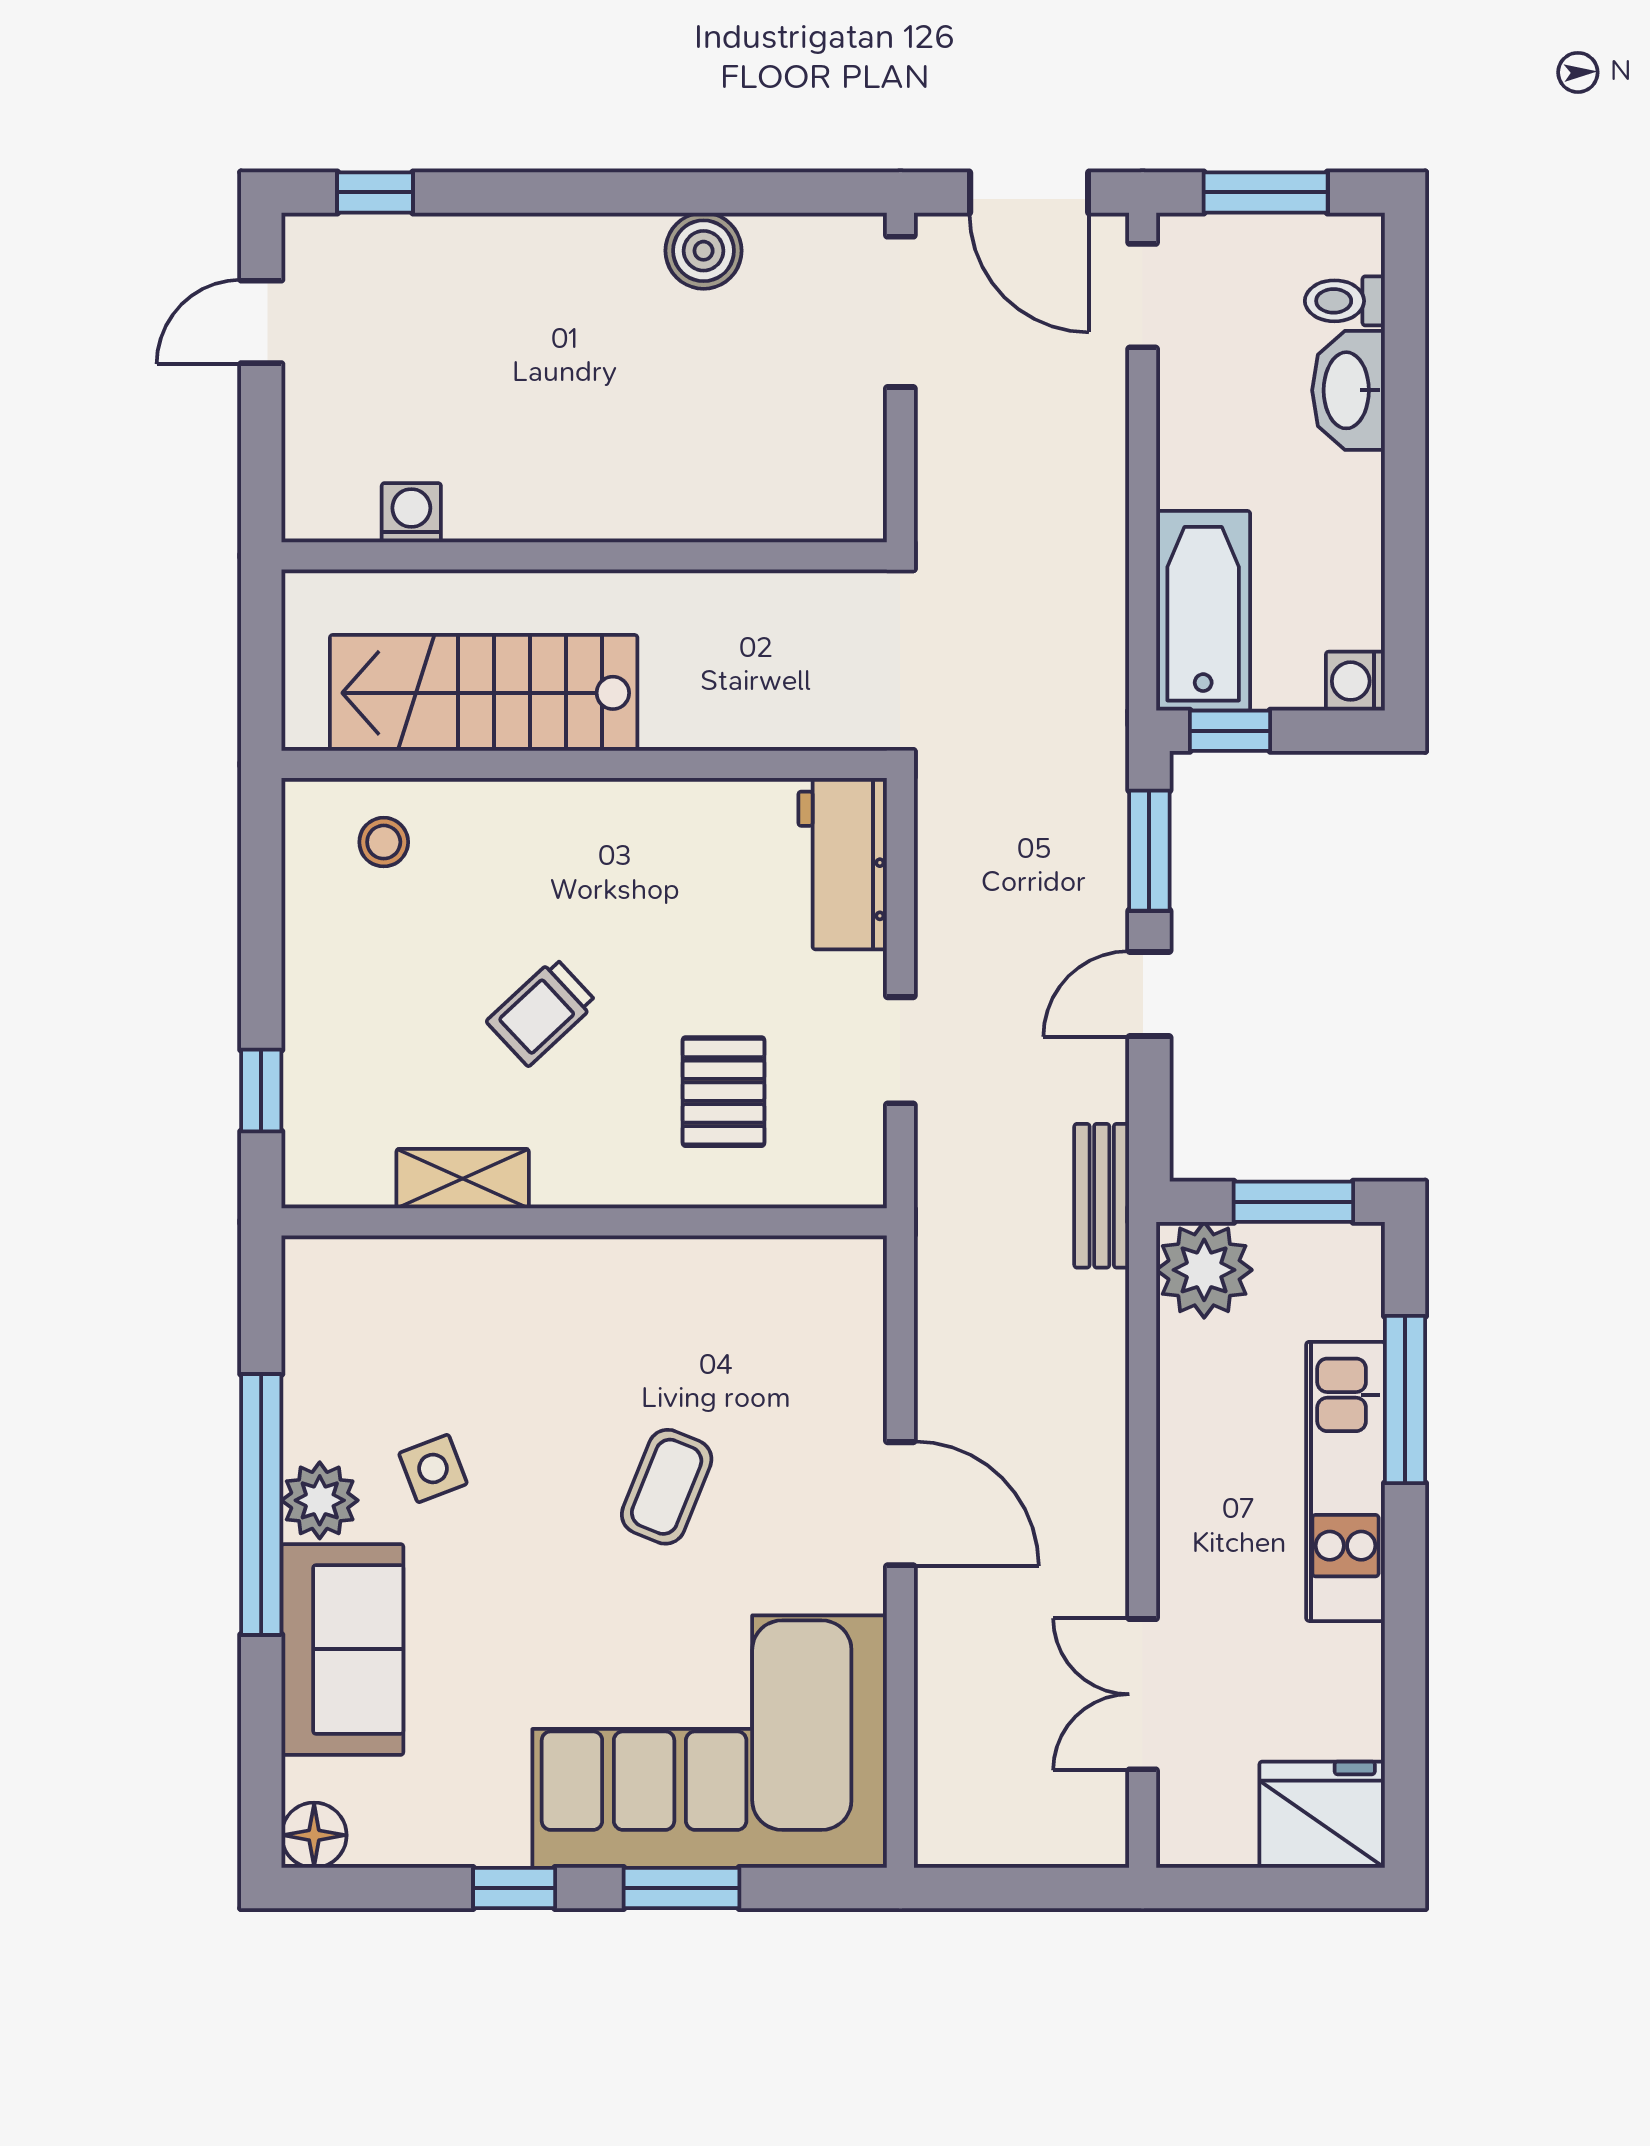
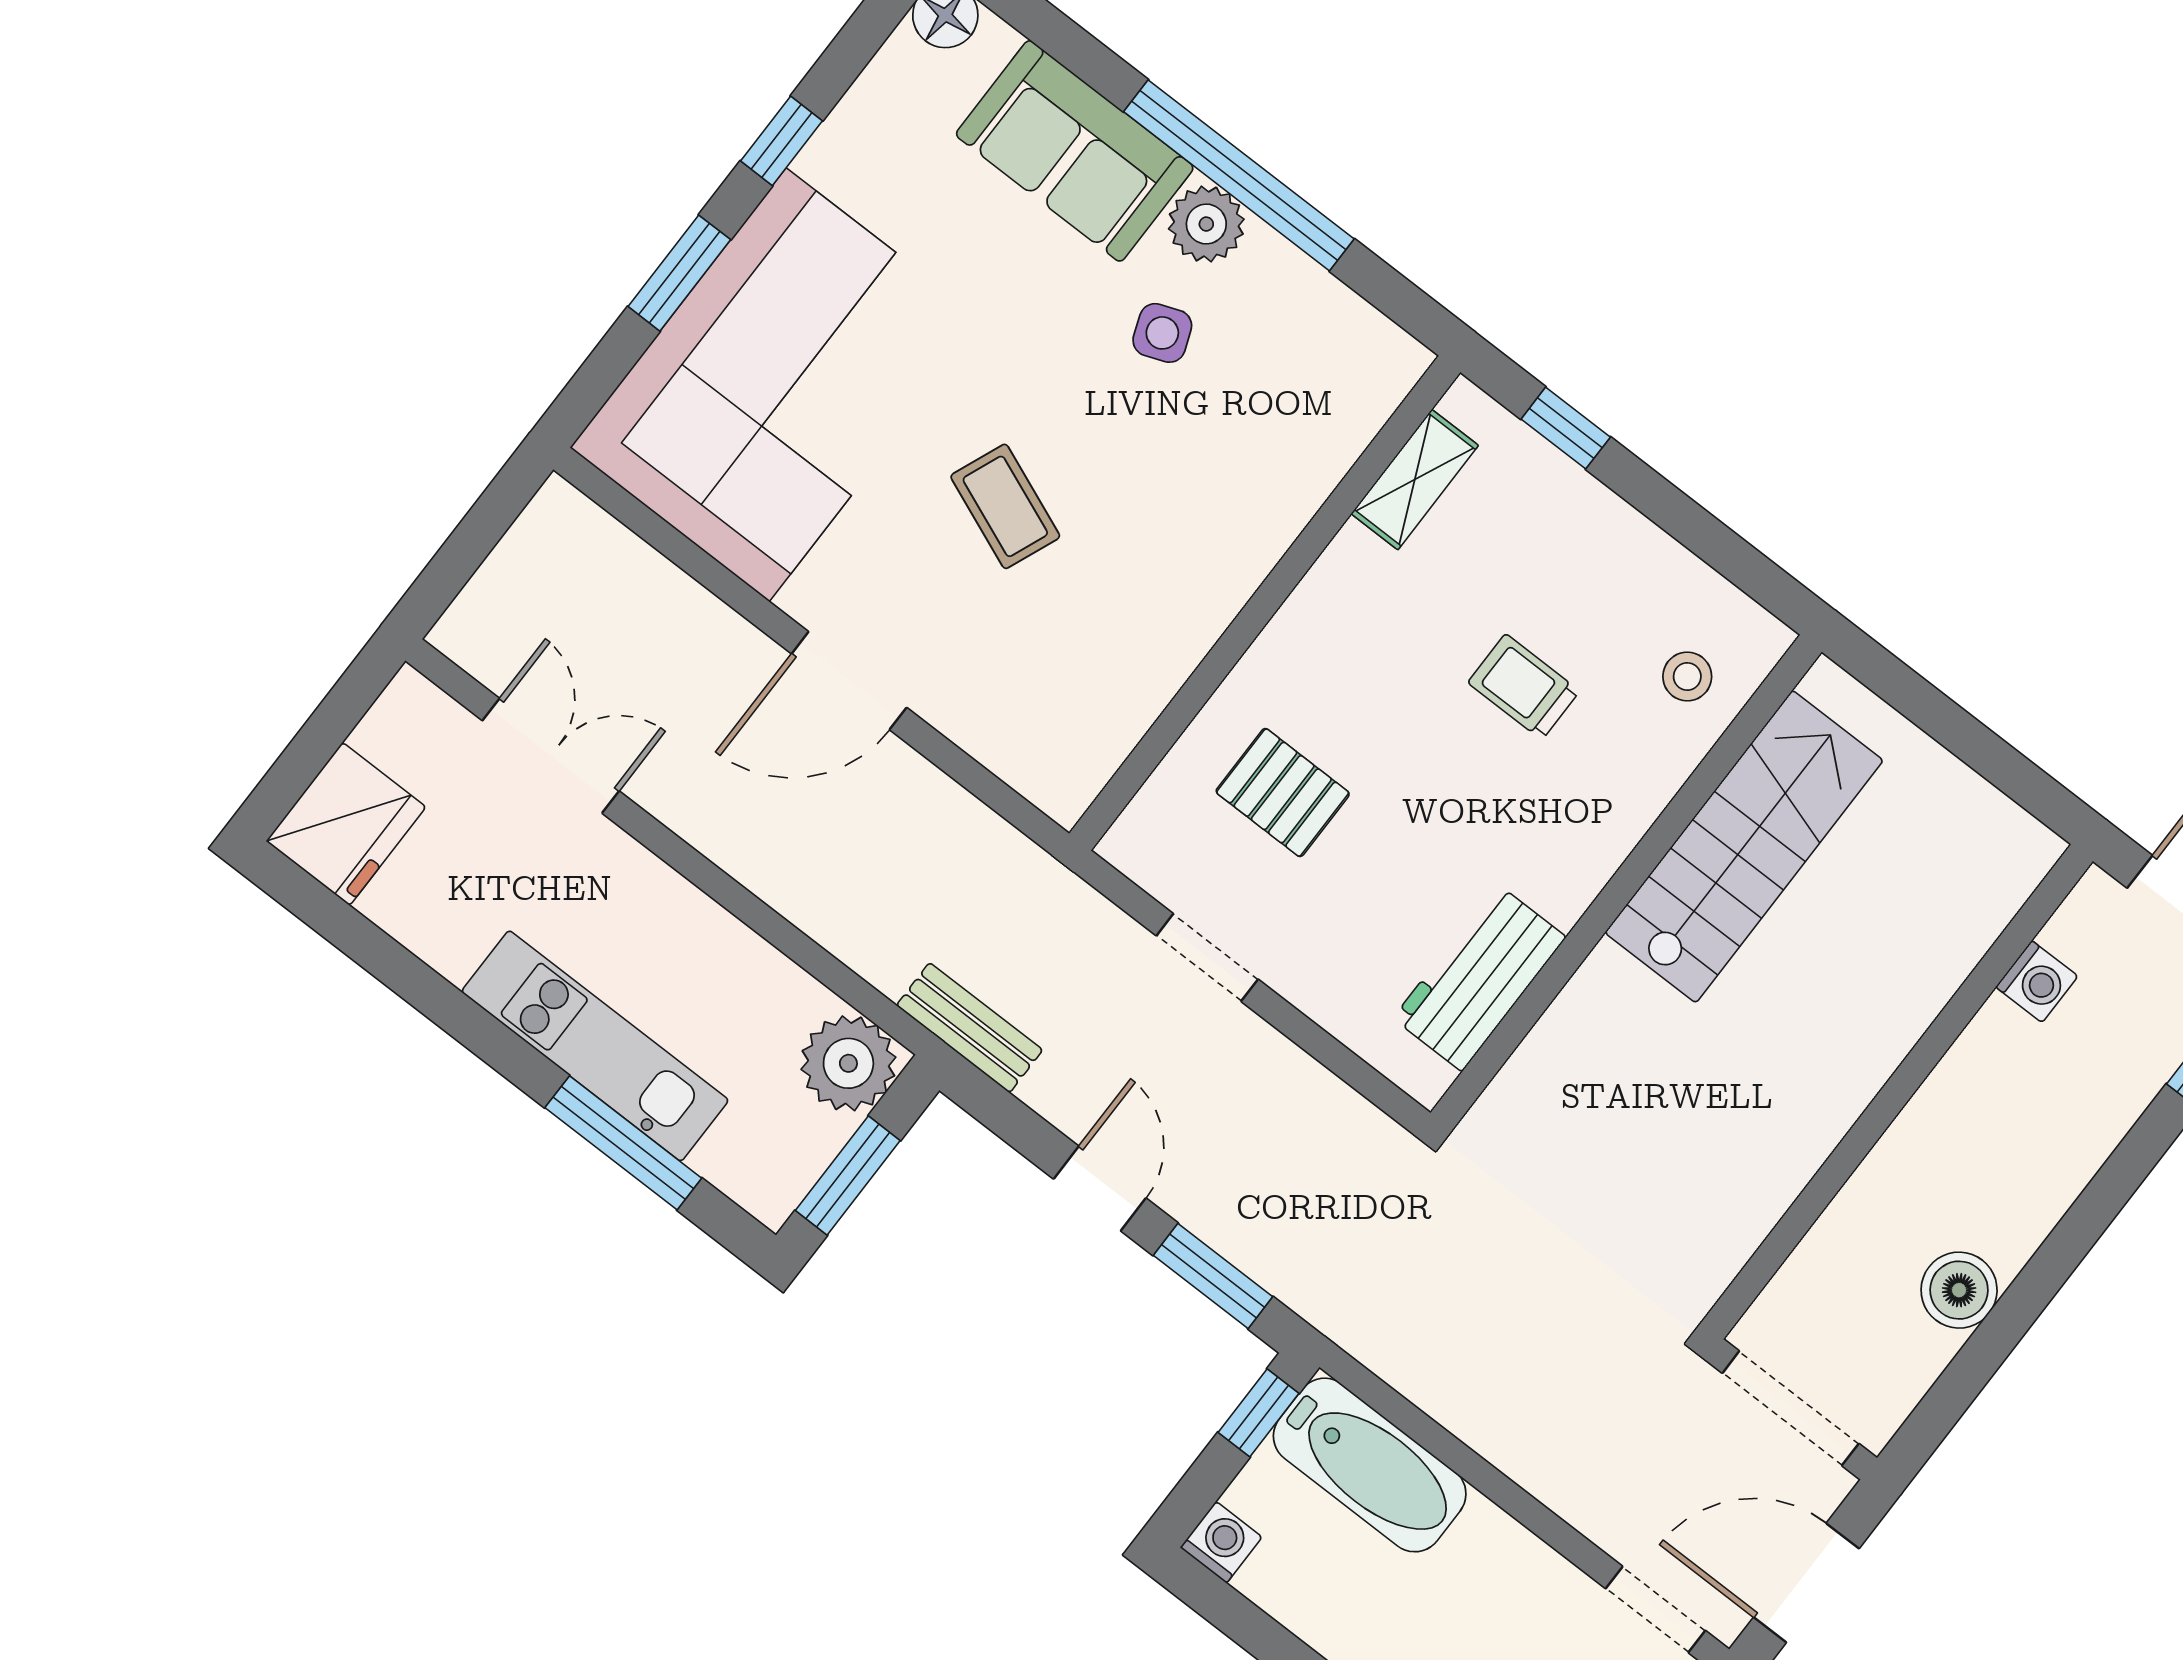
washing machine: (411, 513) -> (2037, 982), moved
wall: (584, 556) -> (1897, 1092), moved
workbench: (843, 864) -> (1480, 978), moved, turned -90
trolley: (542, 1012) -> (1524, 687), moved, turned -47
shelving: (463, 1179) -> (1415, 480), moved

